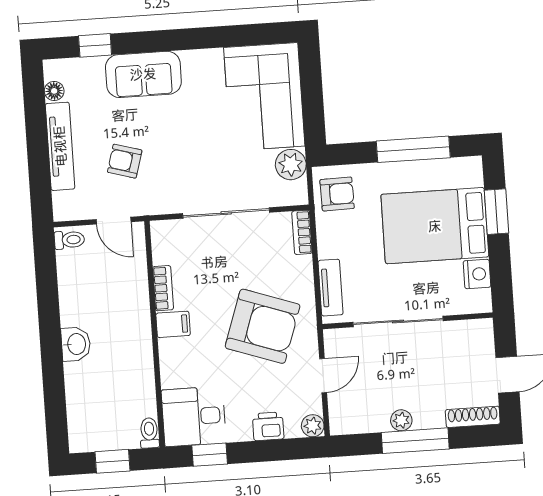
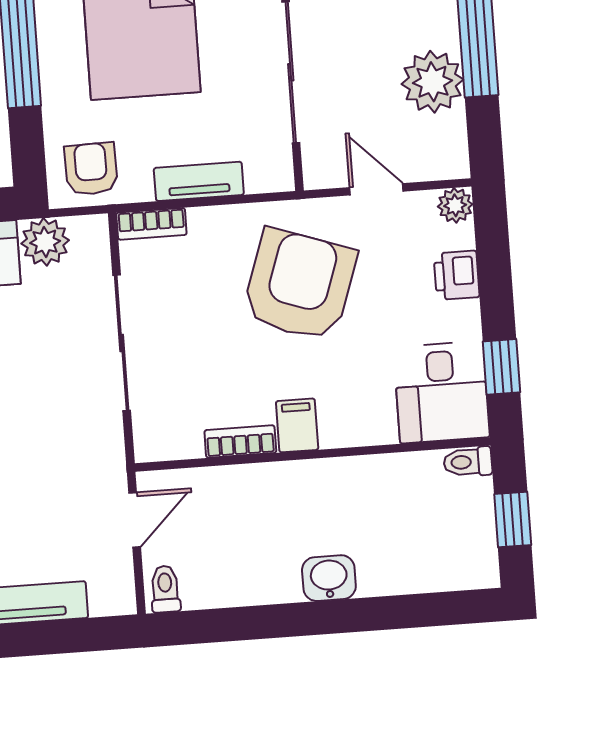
armchair: (125, 161) -> (41, 503), removed
tv unit: (331, 288) -> (199, 181), moved
plant: (401, 420) -> (432, 82), width x1.88, depth x1.88

